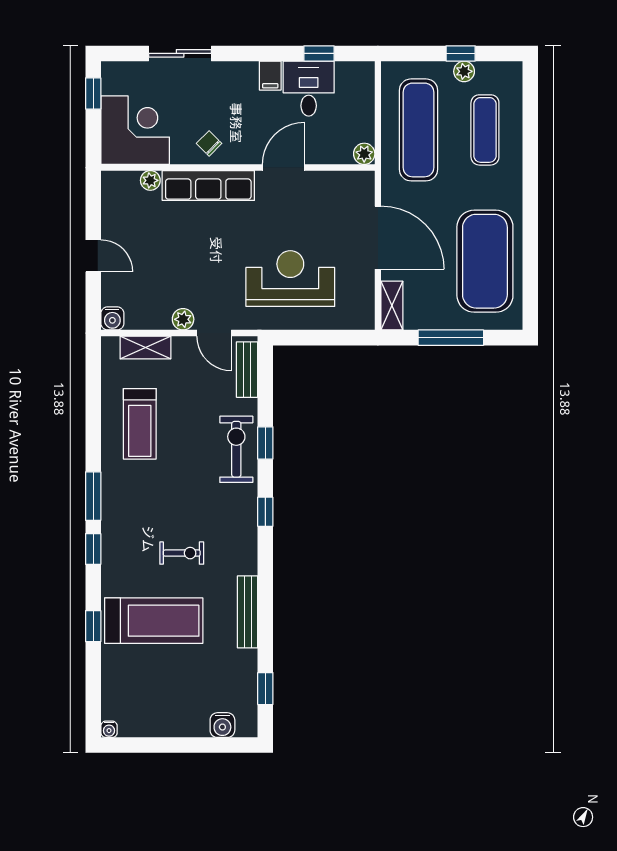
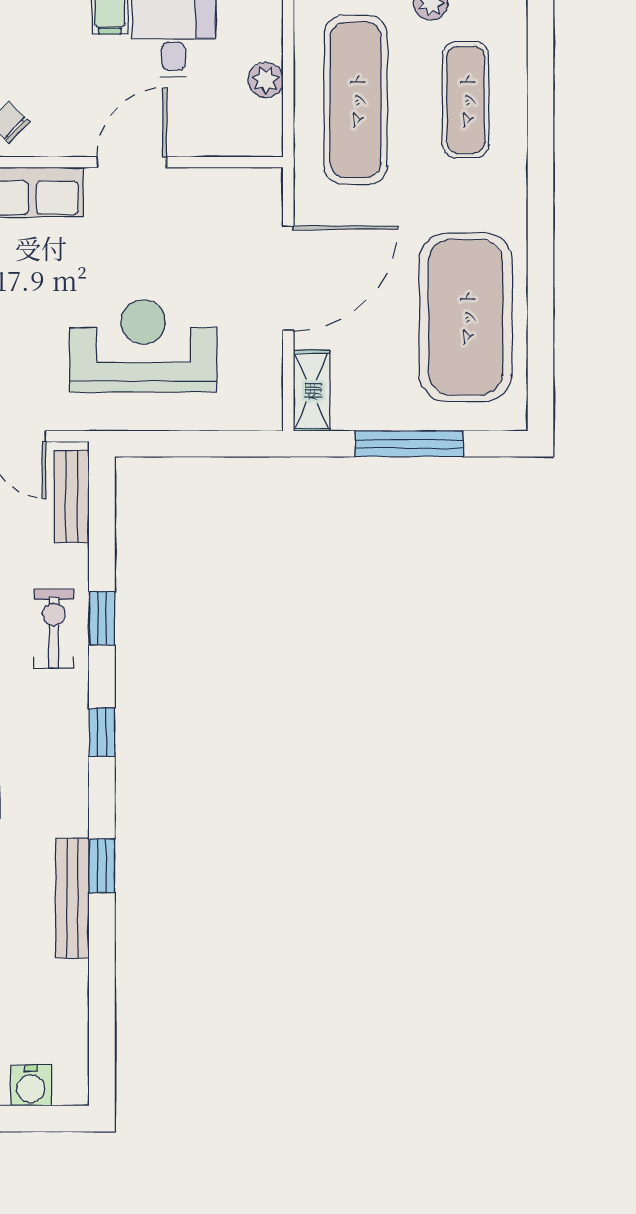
plant: (364, 154) -> (266, 80), moved
door: (378, 238) -> (288, 278), hinge flipped
exercise bike: (236, 449) -> (54, 629), width x0.73, depth x0.72
window: (265, 689) -> (102, 866), moved

